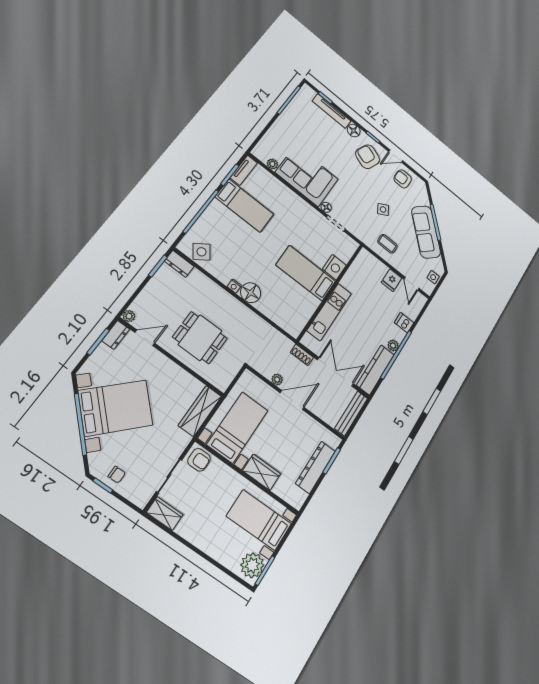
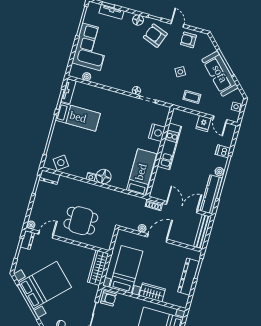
tv unit: (332, 111) -> (112, 12), width x0.71
door: (396, 156) -> (177, 24), swing flipped
corner sofa: (307, 176) -> (91, 47), moved, turned 90
bed: (306, 273) -> (141, 172), moved, turned 90
kitchen unit: (329, 312) -> (169, 146), moved

